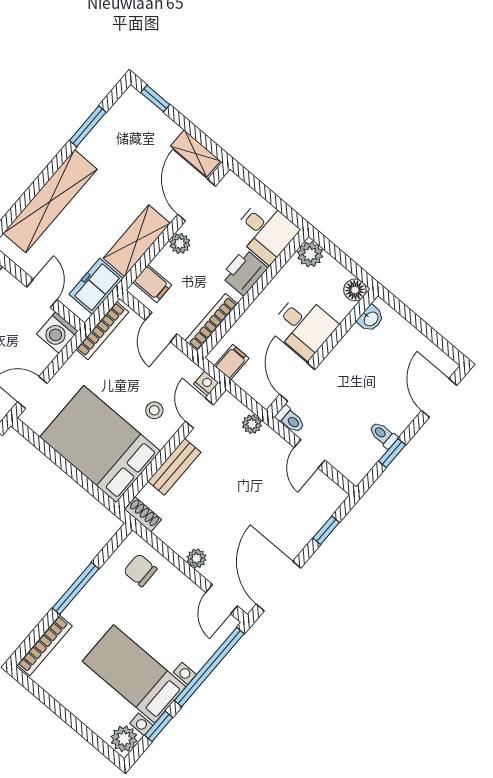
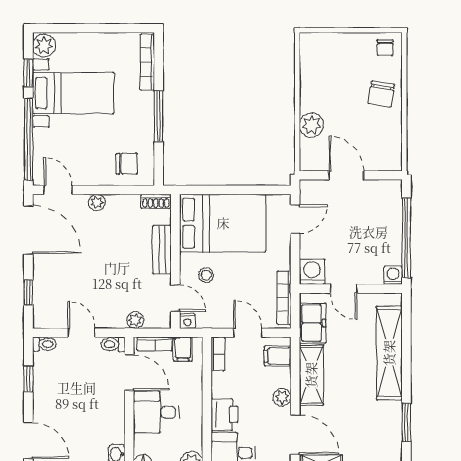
bookcase: (211, 322) -> (218, 354), width x0.64
bookcase: (253, 388) -> (155, 344), added
toilet: (383, 435) -> (44, 344), moved

